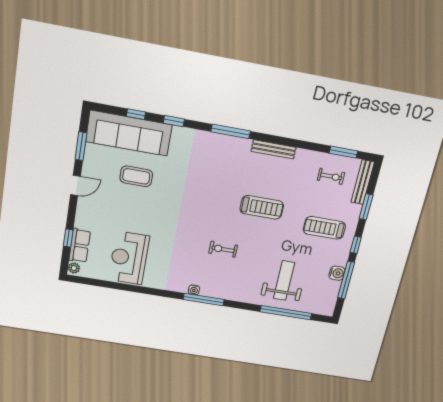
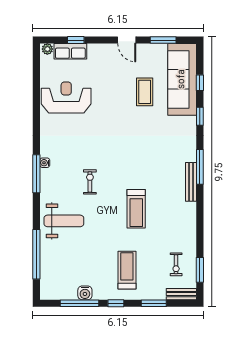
bench: (274, 149) -> (191, 182), moved
bench: (363, 182) -> (181, 294), width x0.73
weight bench: (284, 281) -> (64, 221), moved

